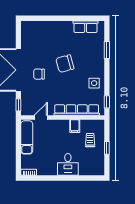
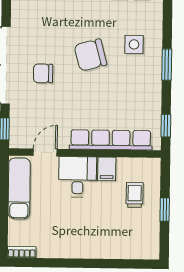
window: (107, 50) -> (167, 65), moved
side table: (94, 83) -> (134, 44), moved
desk: (68, 164) -> (78, 177), moved, turned 180

